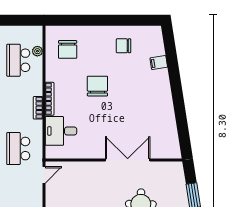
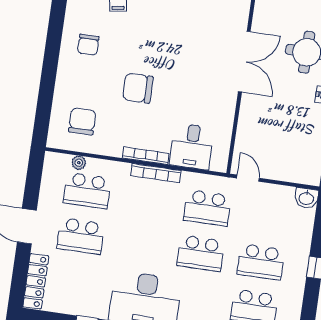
chair: (68, 49) -> (82, 121), turned -90
bookcase: (38, 108) -> (156, 173), width x1.56
double door: (128, 160) -> (244, 62), swing flipped

